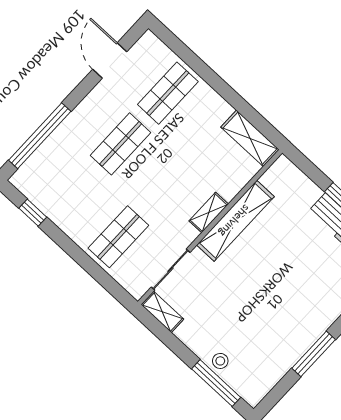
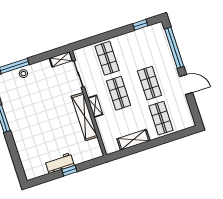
door: (110, 60) -> (186, 85), moved
shelving: (250, 138) -> (133, 140), moved
shop shelf: (166, 186) -> (119, 93), added

